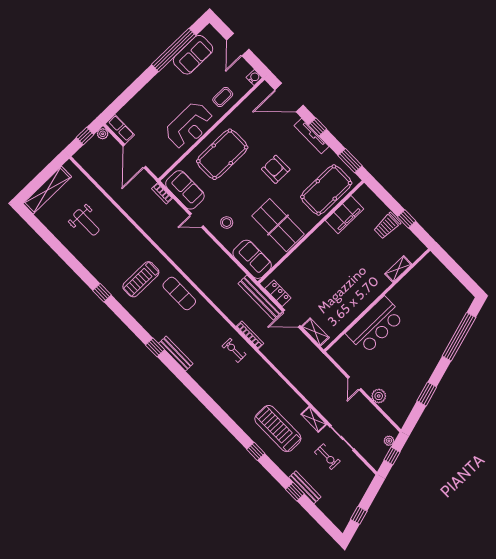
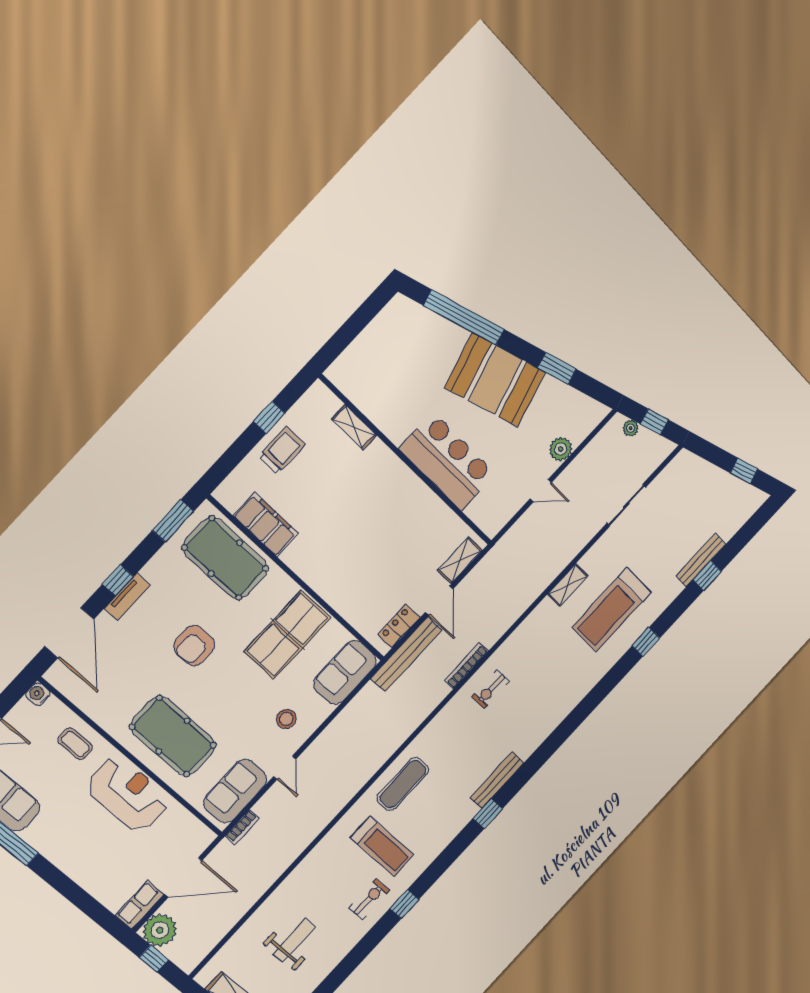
plant: (103, 134) -> (160, 930), width x1.88, depth x1.88
tv unit: (311, 136) -> (127, 597), width x0.71
trolley: (387, 226) -> (282, 450), turned -90
booth: (422, 355) -> (495, 380), added
shelving: (314, 419) -> (568, 585), moved
exercise bike: (327, 457) -> (369, 899), moved

